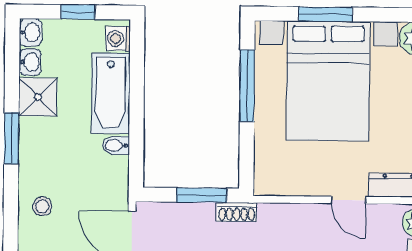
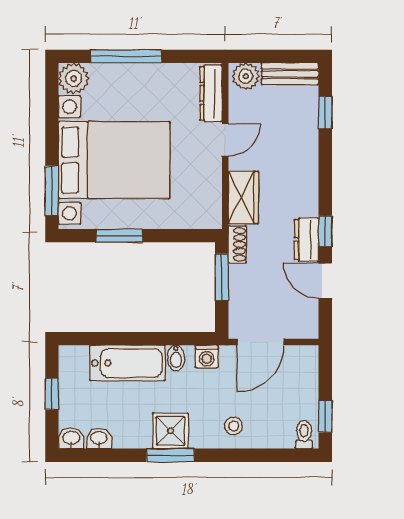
window: (325, 14) -> (52, 191), moved
washing machine: (118, 39) -> (207, 357), moved
window: (247, 86) -> (119, 236), width x0.69
shower: (38, 97) -> (170, 431), moved
wardrobe: (287, 219) -> (243, 198), added

